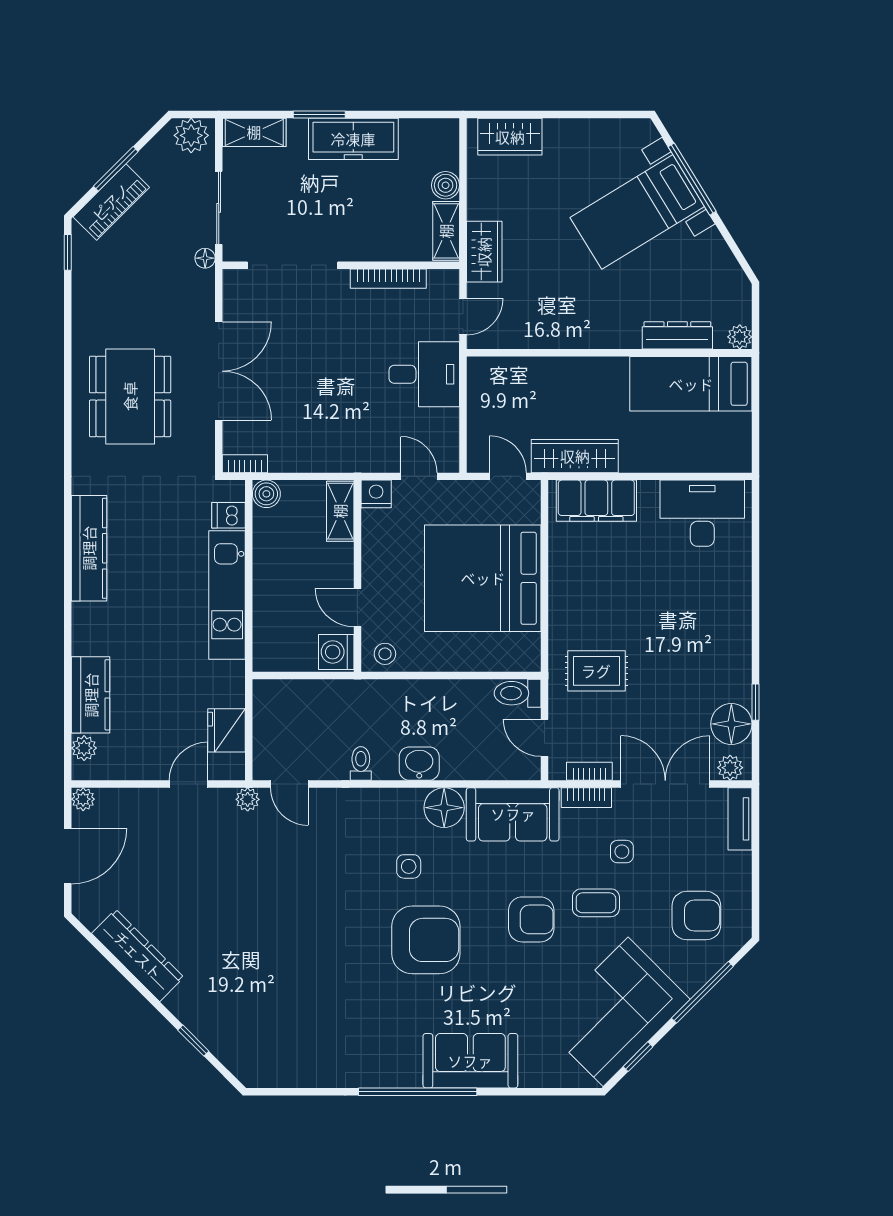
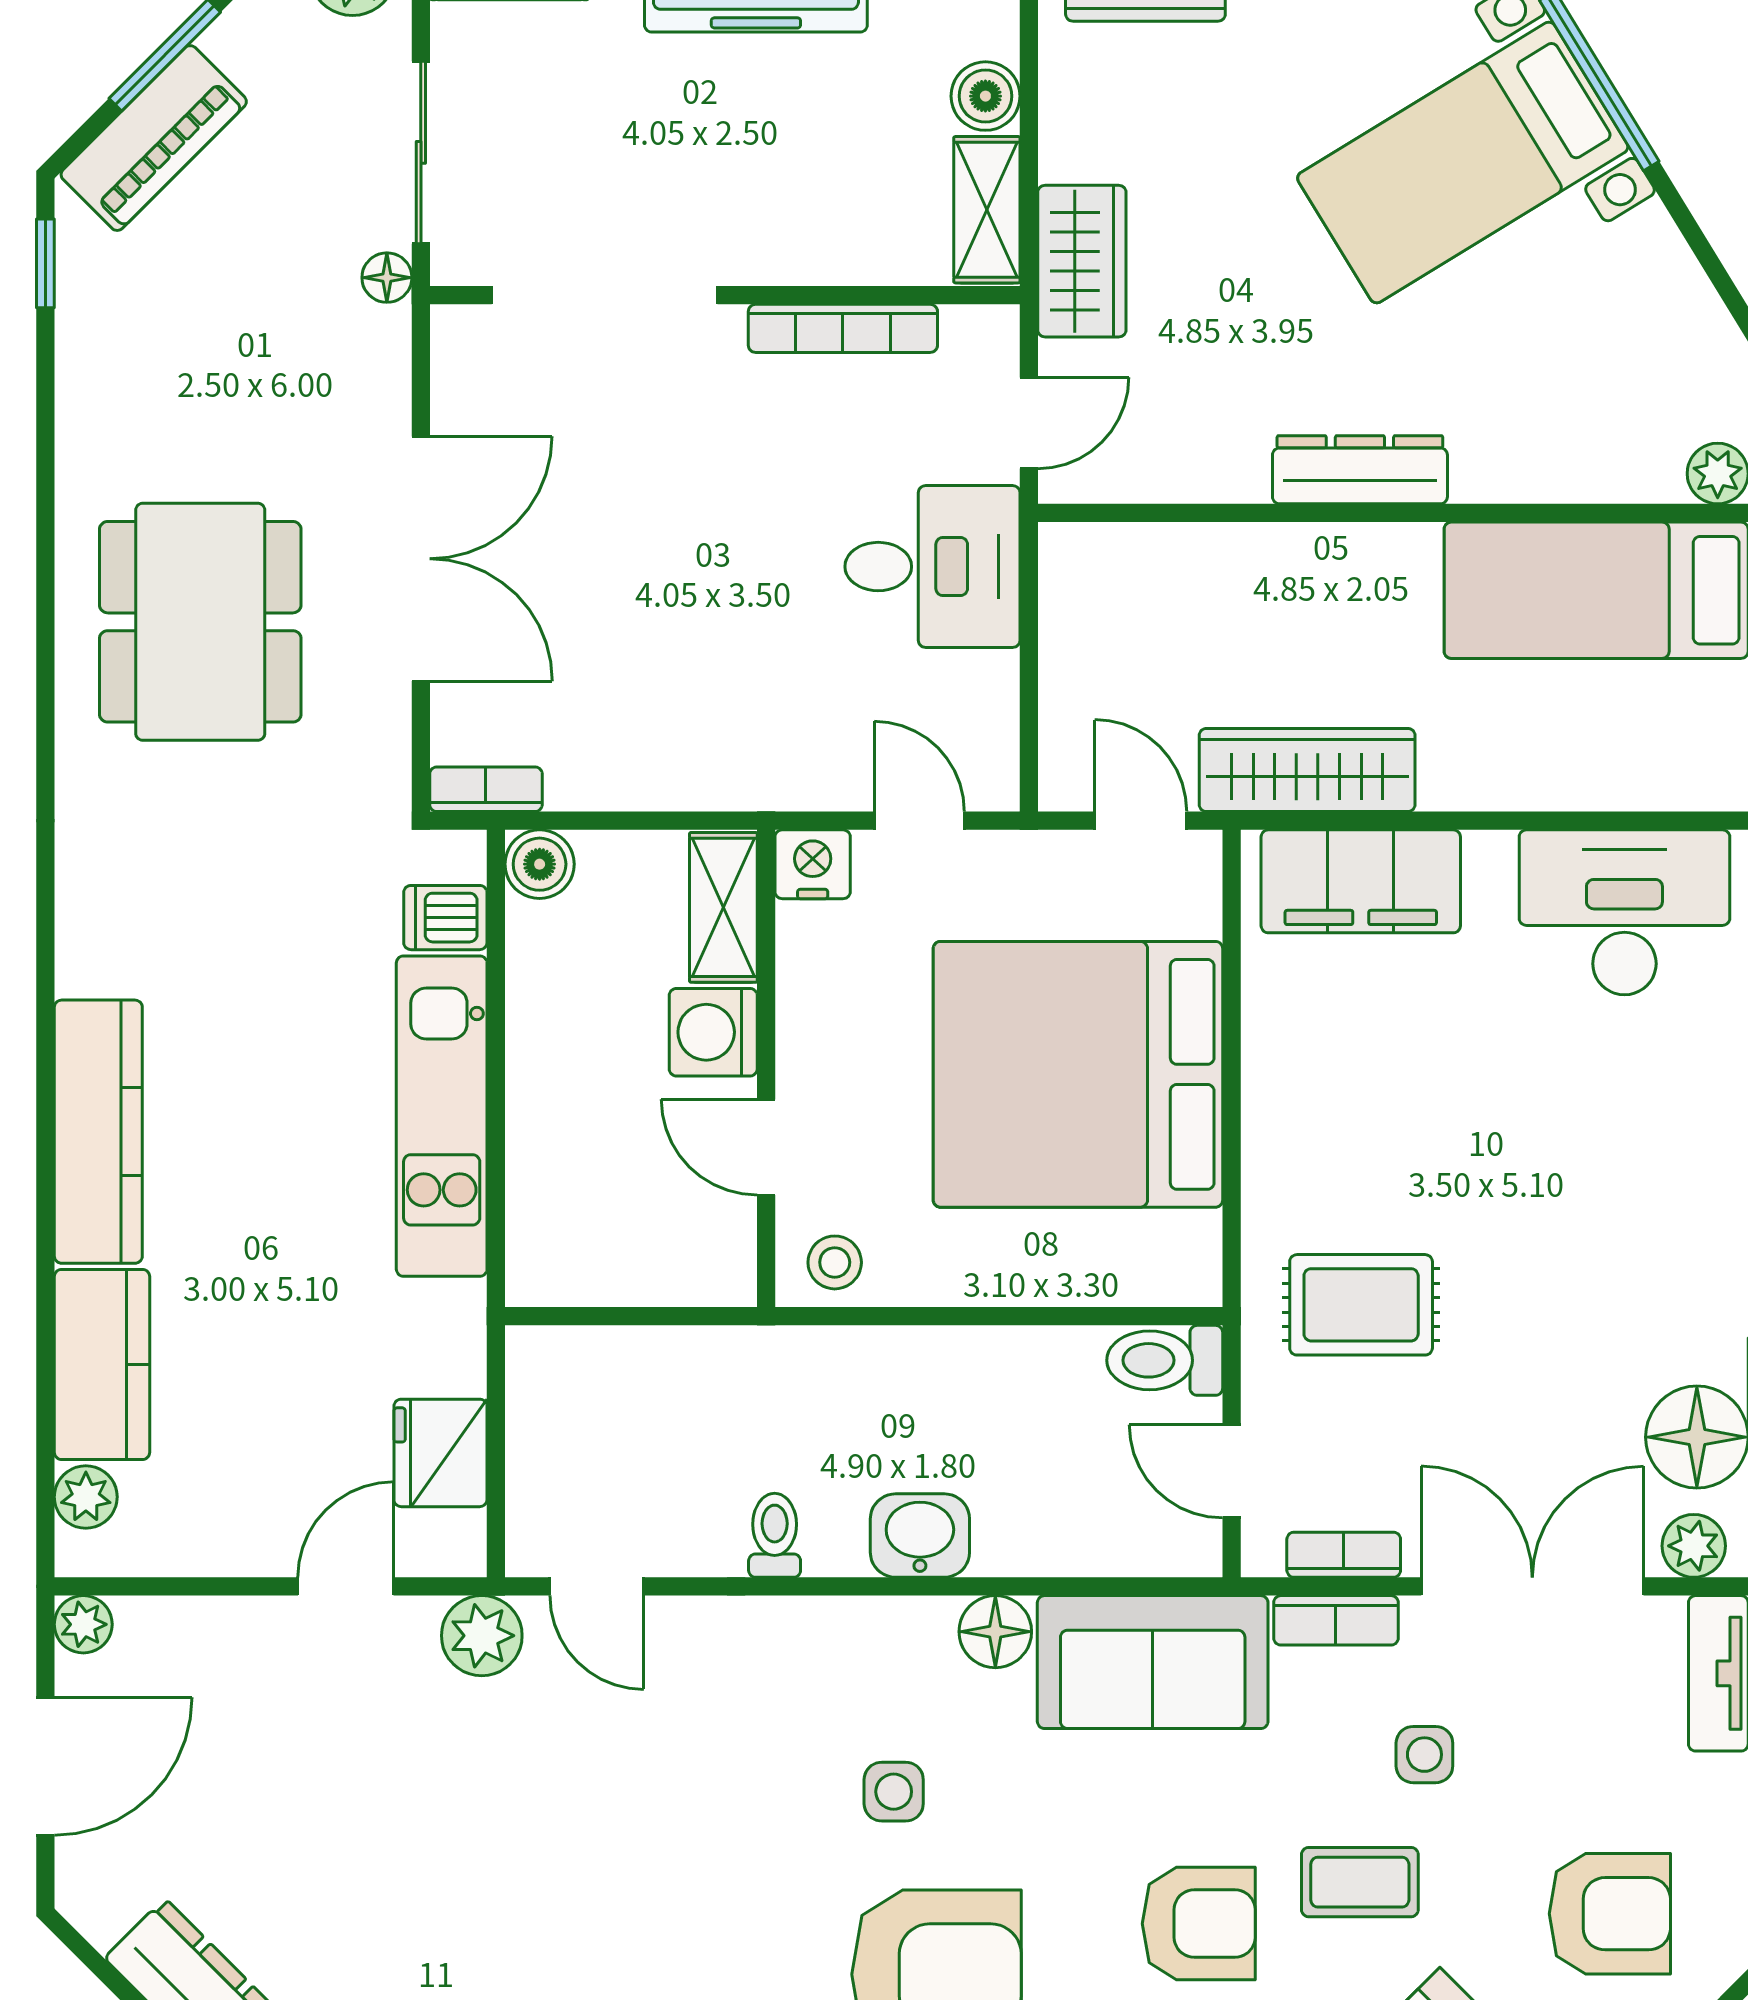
dresser: (677, 335) -> (1360, 470), moved
kitchen counter: (89, 548) -> (98, 1132), moved
washing machine: (336, 652) -> (713, 1032), moved
plant: (248, 799) -> (482, 1636), width x1.38, depth x1.38
floor lamp: (444, 808) -> (995, 1632), width x0.73, depth x0.73

